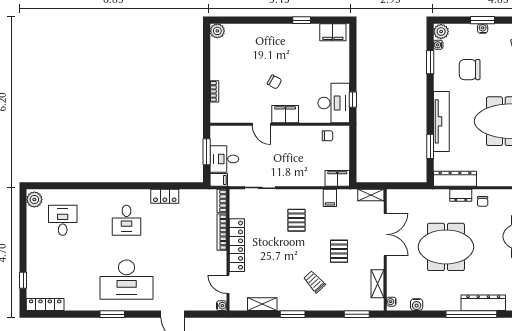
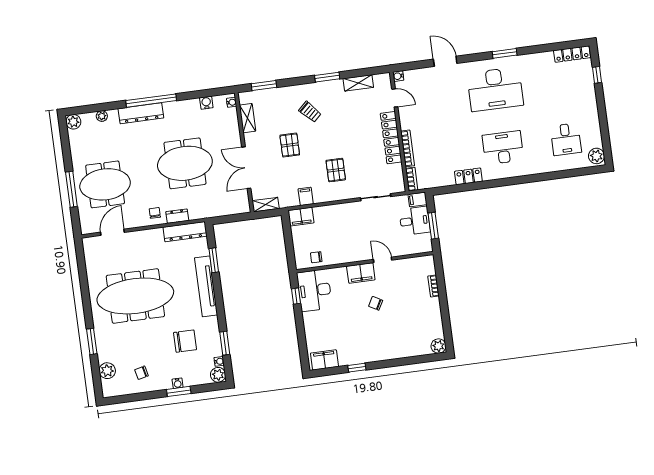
desk: (127, 220) -> (503, 148), width x1.37
desk: (127, 280) -> (495, 89), turned 180

